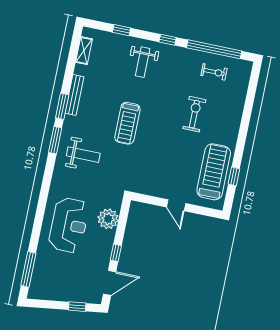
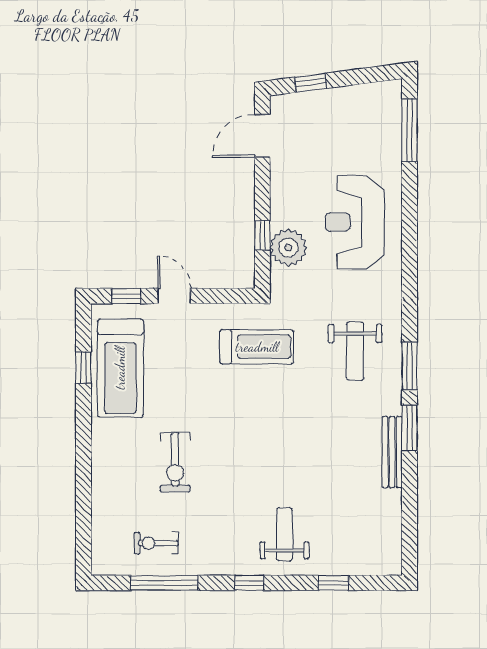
window: (214, 49) -> (164, 583), width x0.68
shelving: (84, 51) -> (392, 533), removed
treadmill: (127, 123) -> (257, 347), moved, turned 90
weight bench: (83, 155) -> (355, 351), turned -90
window: (202, 211) -> (126, 296), added
window: (116, 253) -> (262, 235), moved

